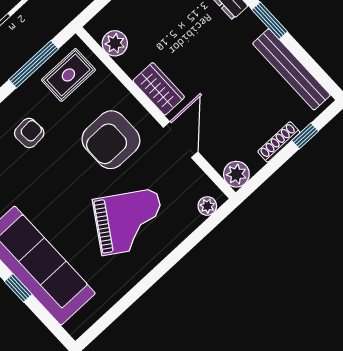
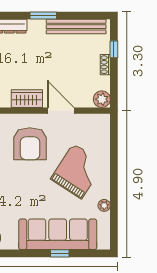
shoe rack: (279, 142) -> (105, 65), width x0.70
plant: (207, 206) -> (104, 205), moved

